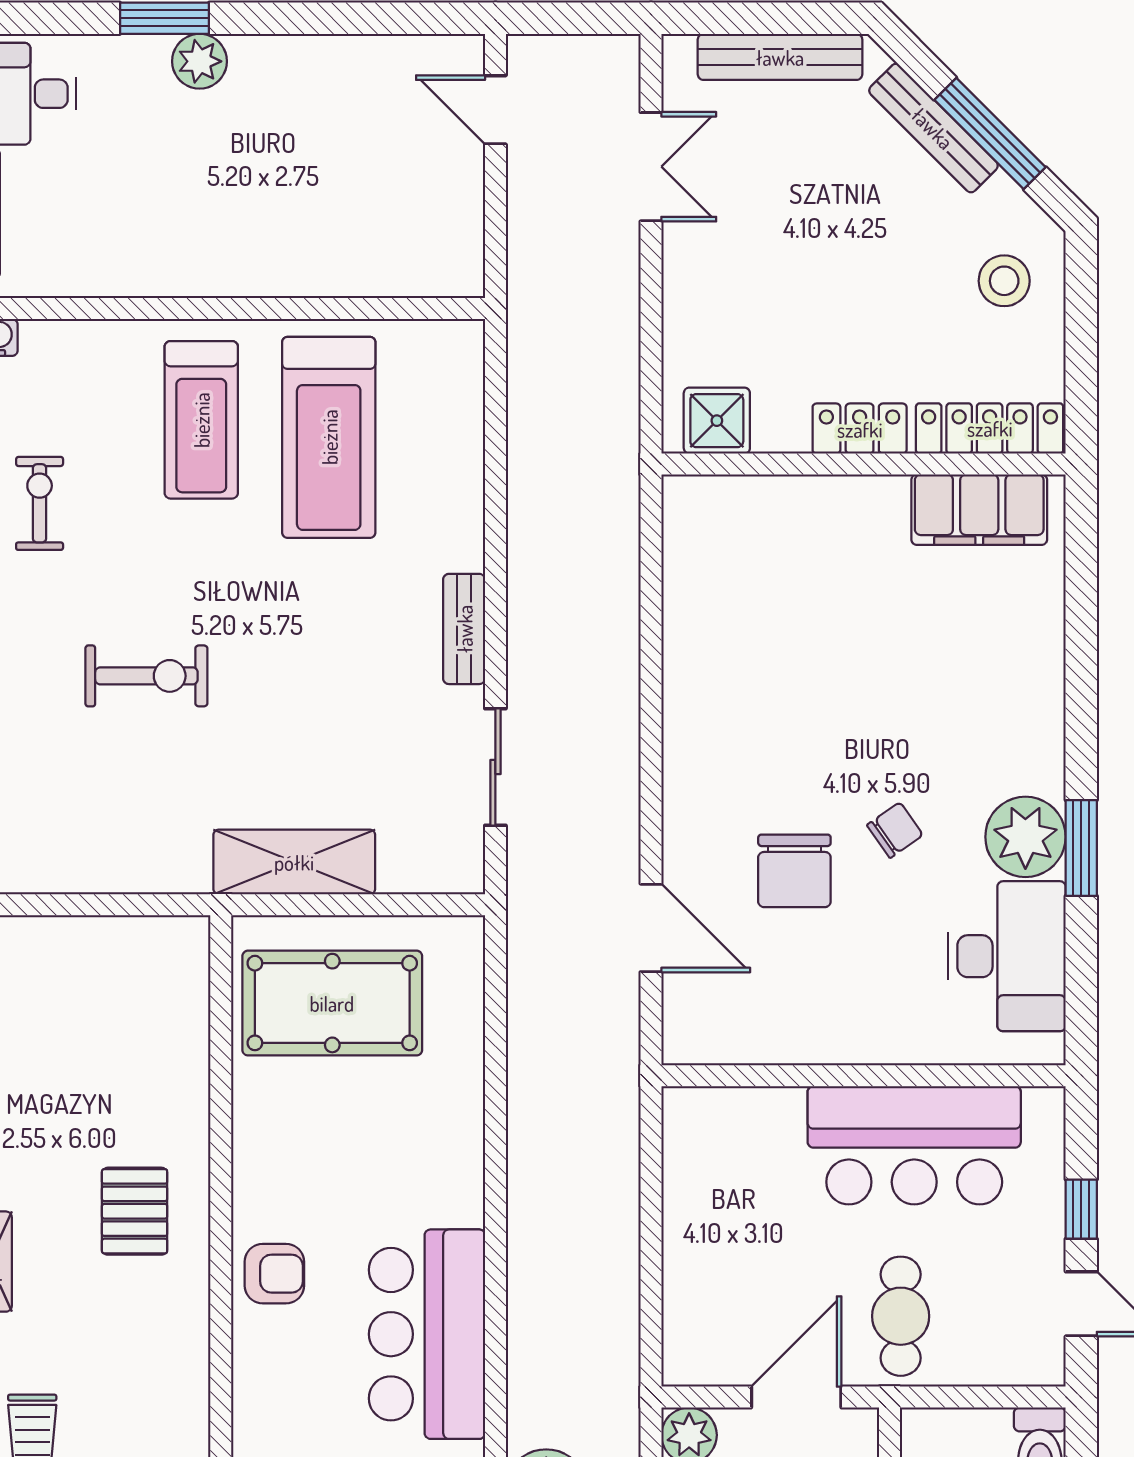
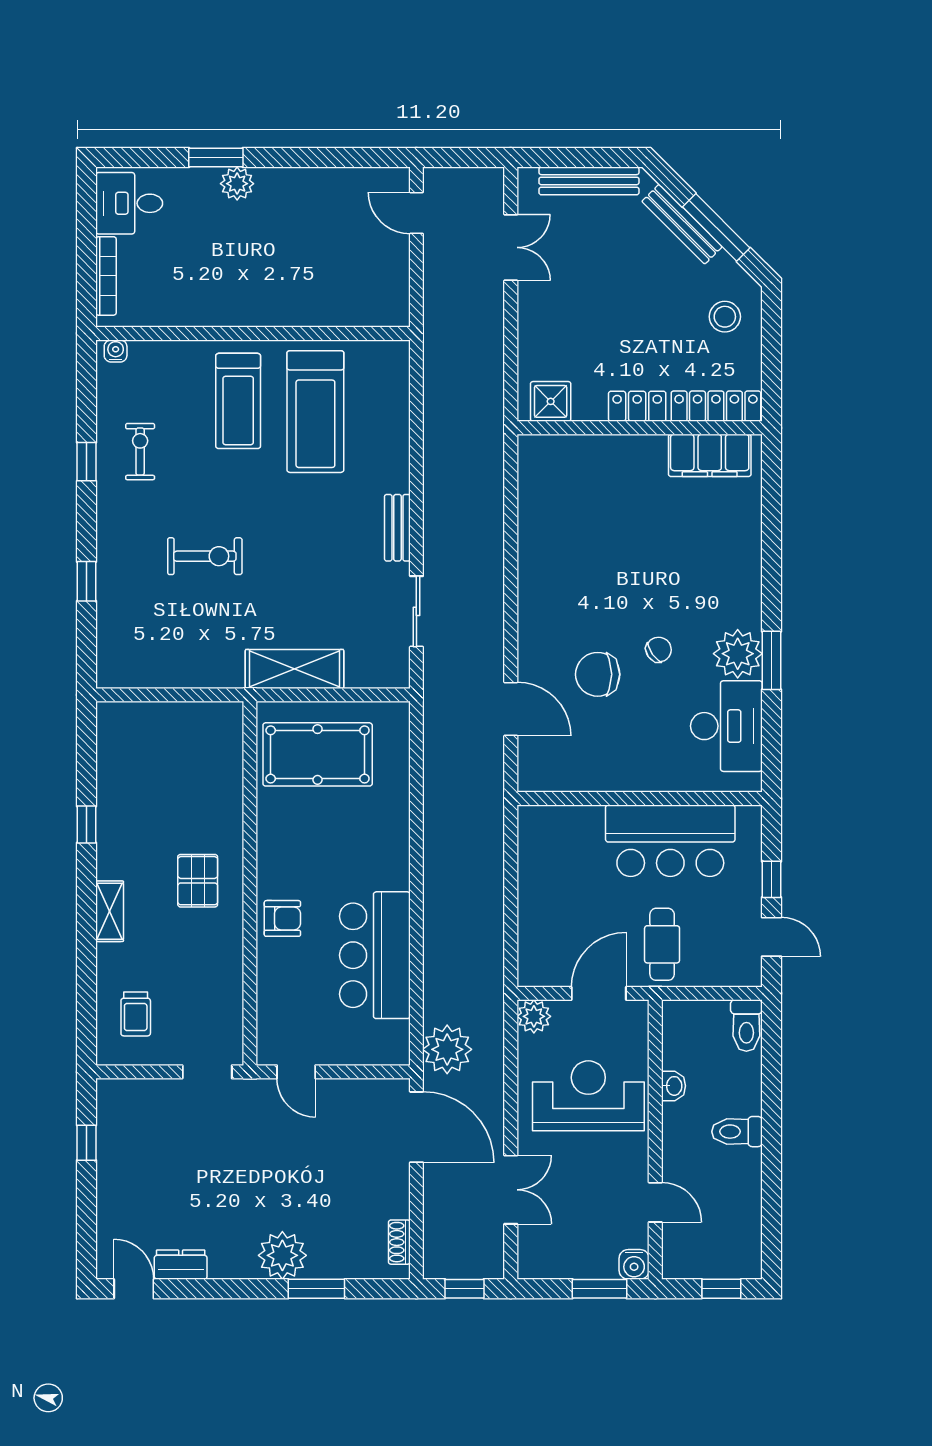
chair: (794, 871) -> (598, 674), turned 90

